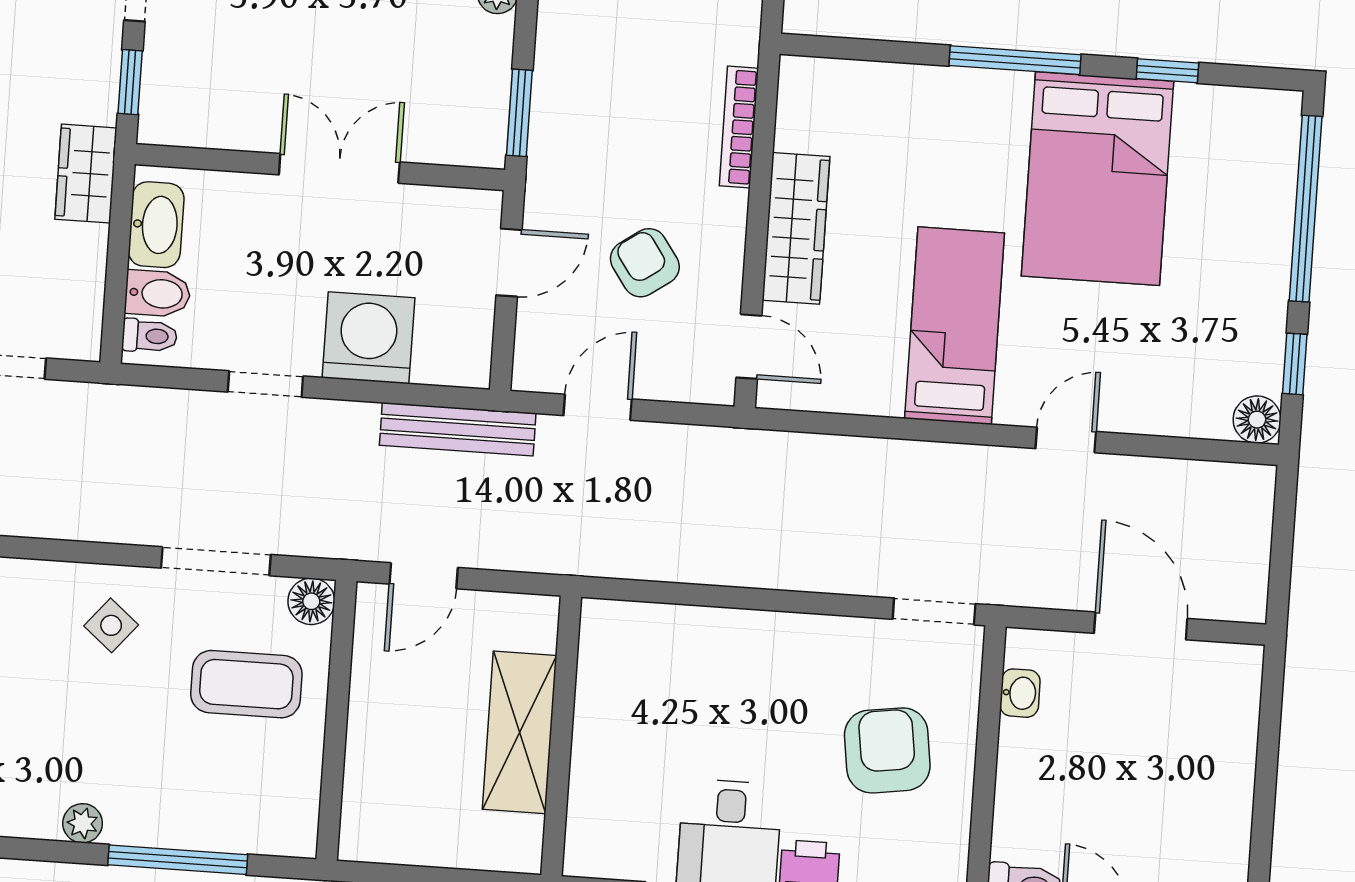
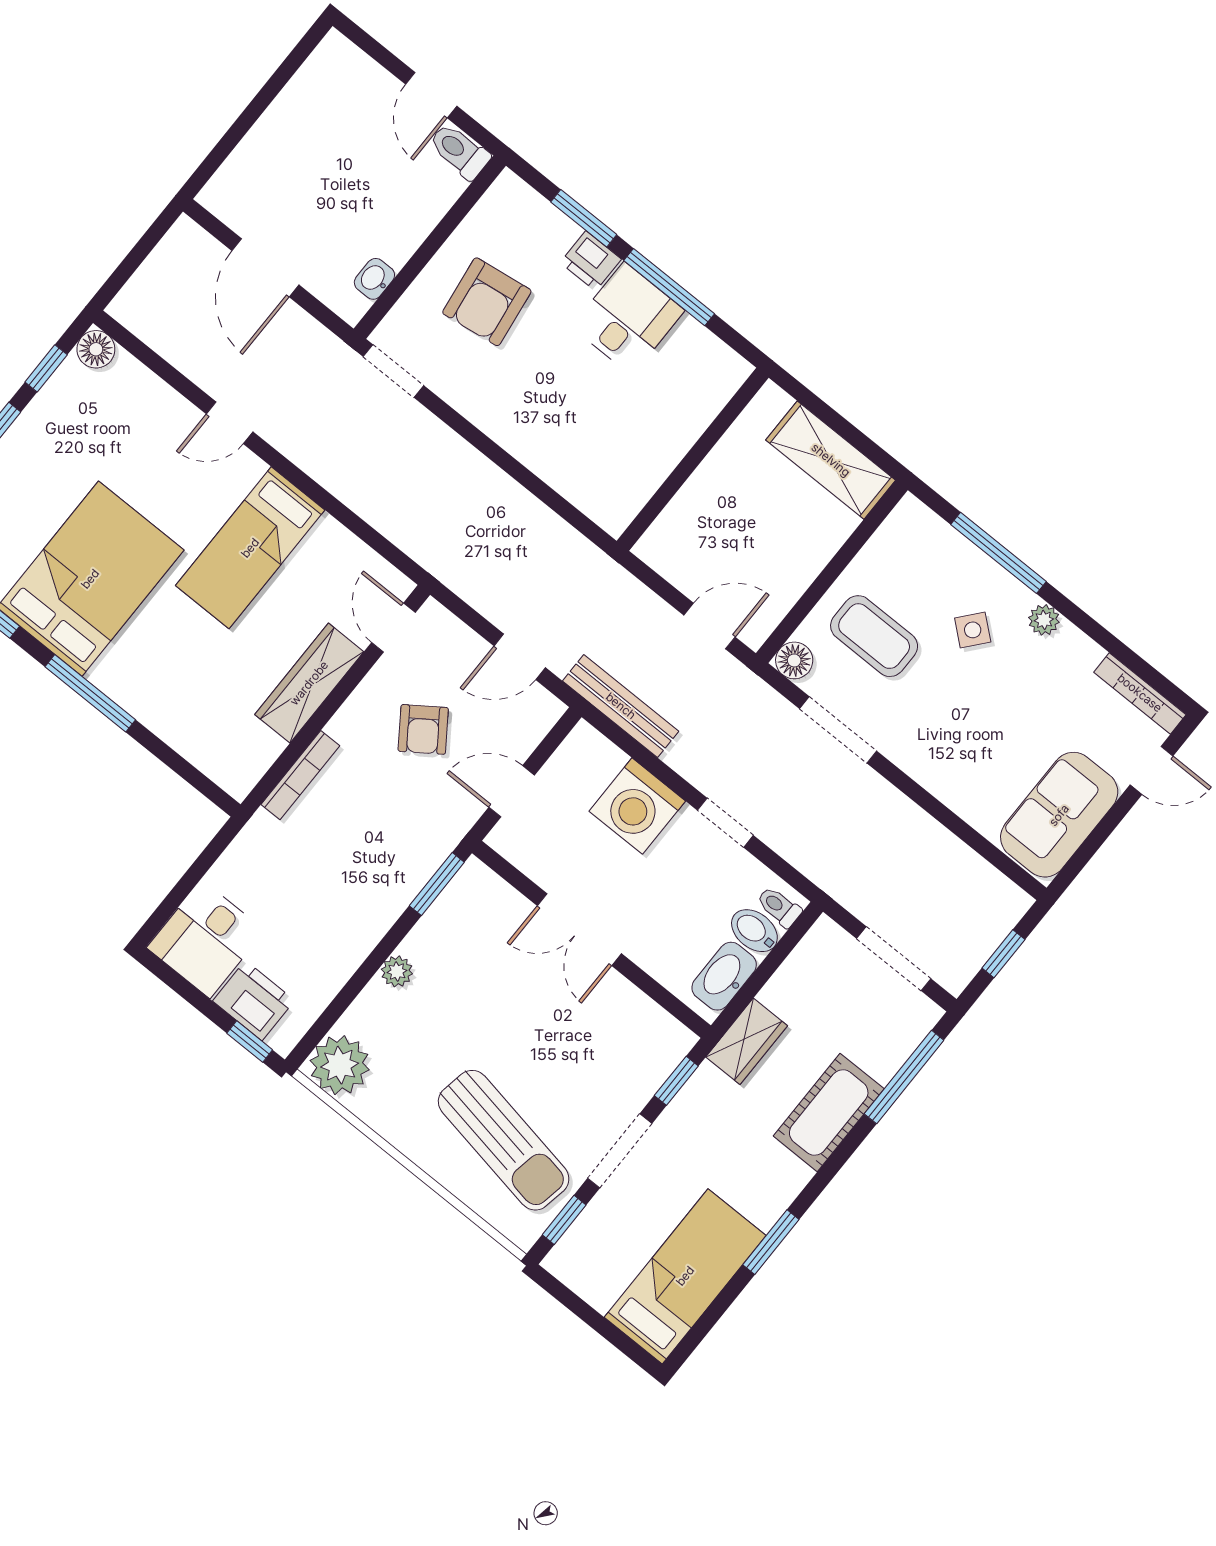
side table: (111, 625) -> (973, 630), moved
shelving: (520, 732) -> (831, 460), moved, turned 90

